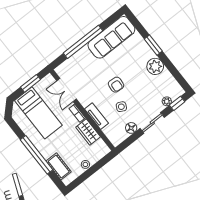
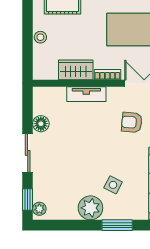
armchair: (116, 85) -> (132, 122), moved
plant: (167, 101) -> (39, 209), moved
side table: (121, 107) -> (113, 185), moved

